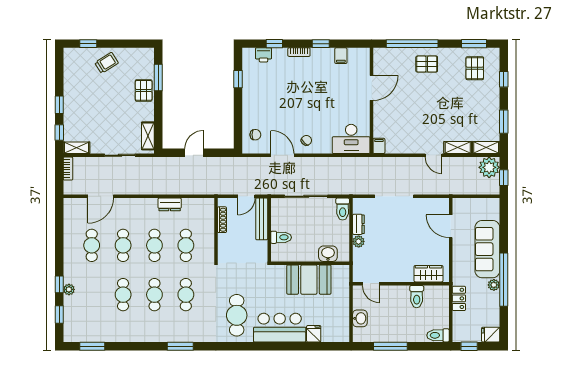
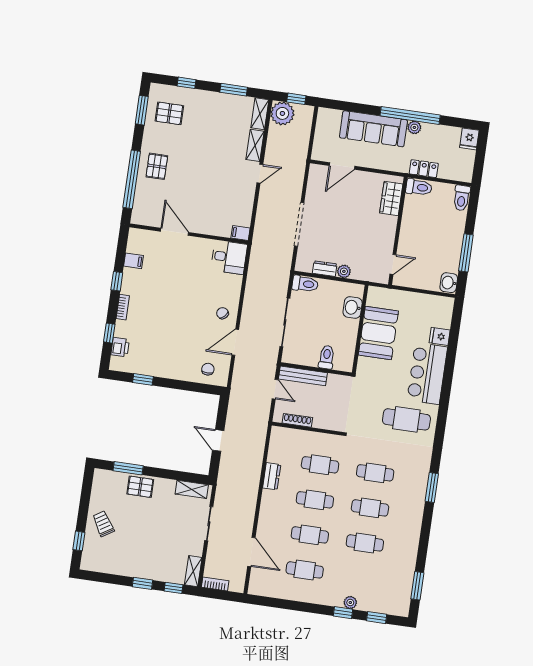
desk: (351, 139) -> (229, 257), width x0.73
toilet: (417, 297) -> (419, 187), moved
washbasin: (360, 318) -> (449, 283), moved, turned -90
window: (469, 346) -> (479, 165), removed

